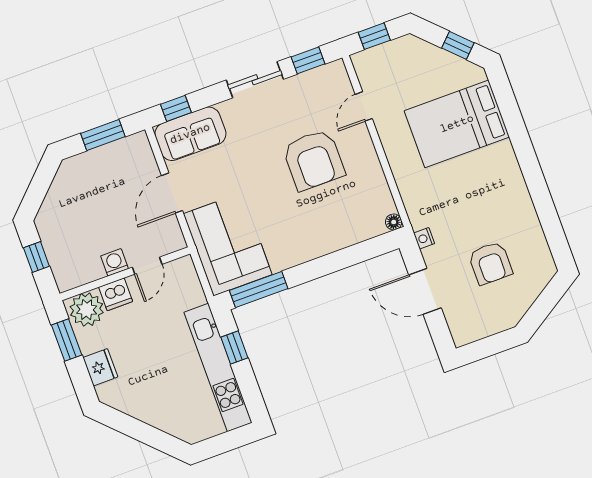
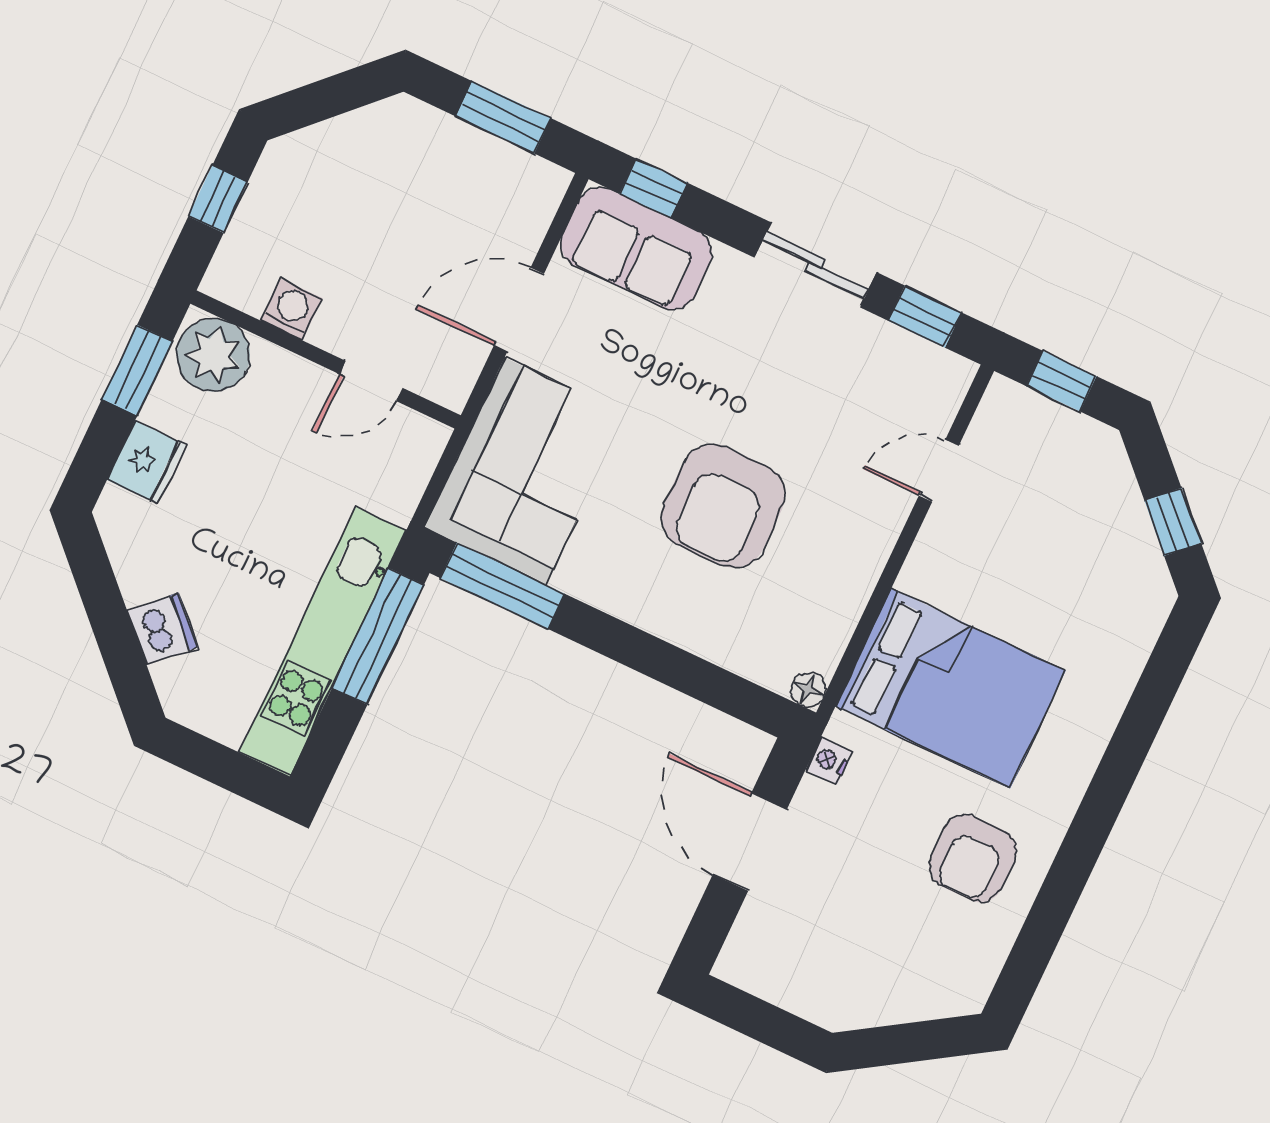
bed: (457, 124) -> (951, 688), moved, turned 180
armchair: (314, 160) -> (723, 506), moved
washing machine: (114, 262) -> (291, 309), moved
armchair: (490, 263) -> (973, 858), moved
dishwasher: (116, 294) -> (162, 629), moved, turned -135
window: (234, 347) -> (378, 636), width x2.17

